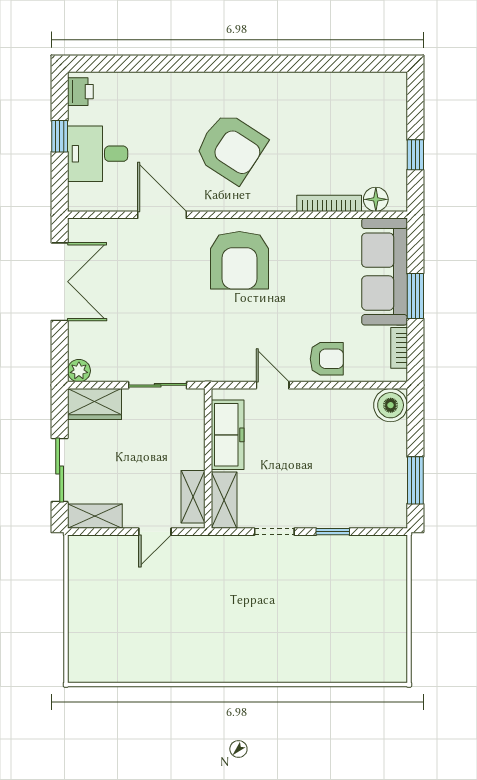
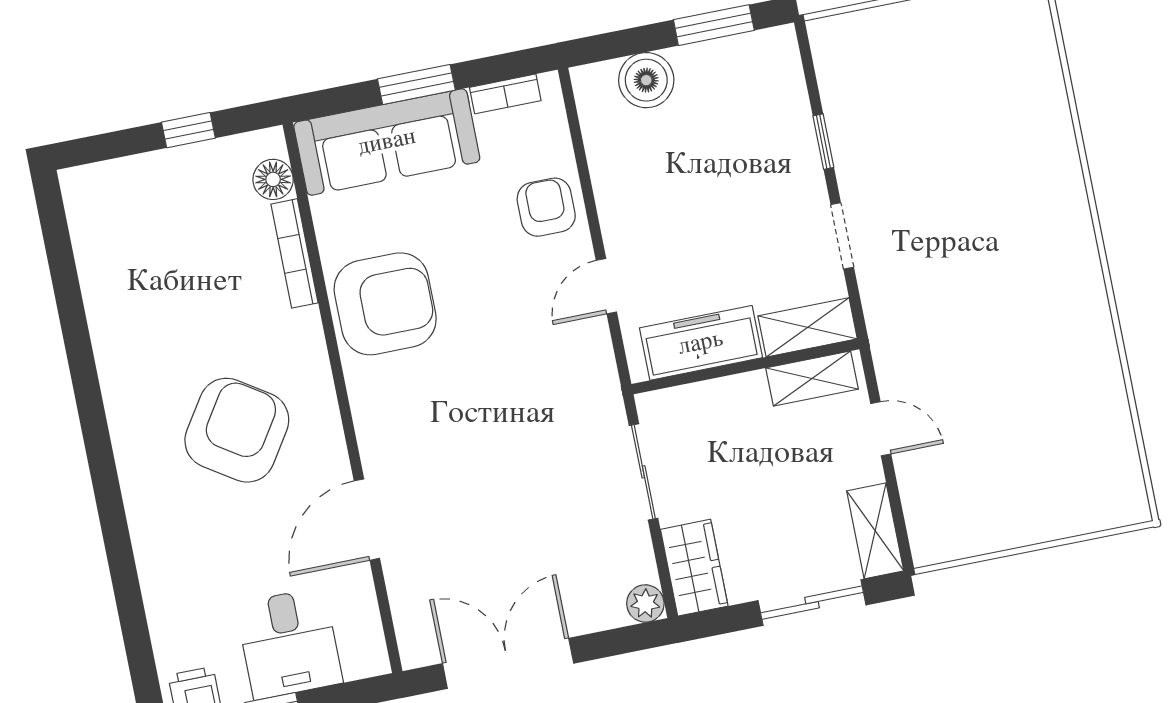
armchair: (239, 260) -> (385, 304), moved
boiler: (391, 405) -> (646, 80), moved

